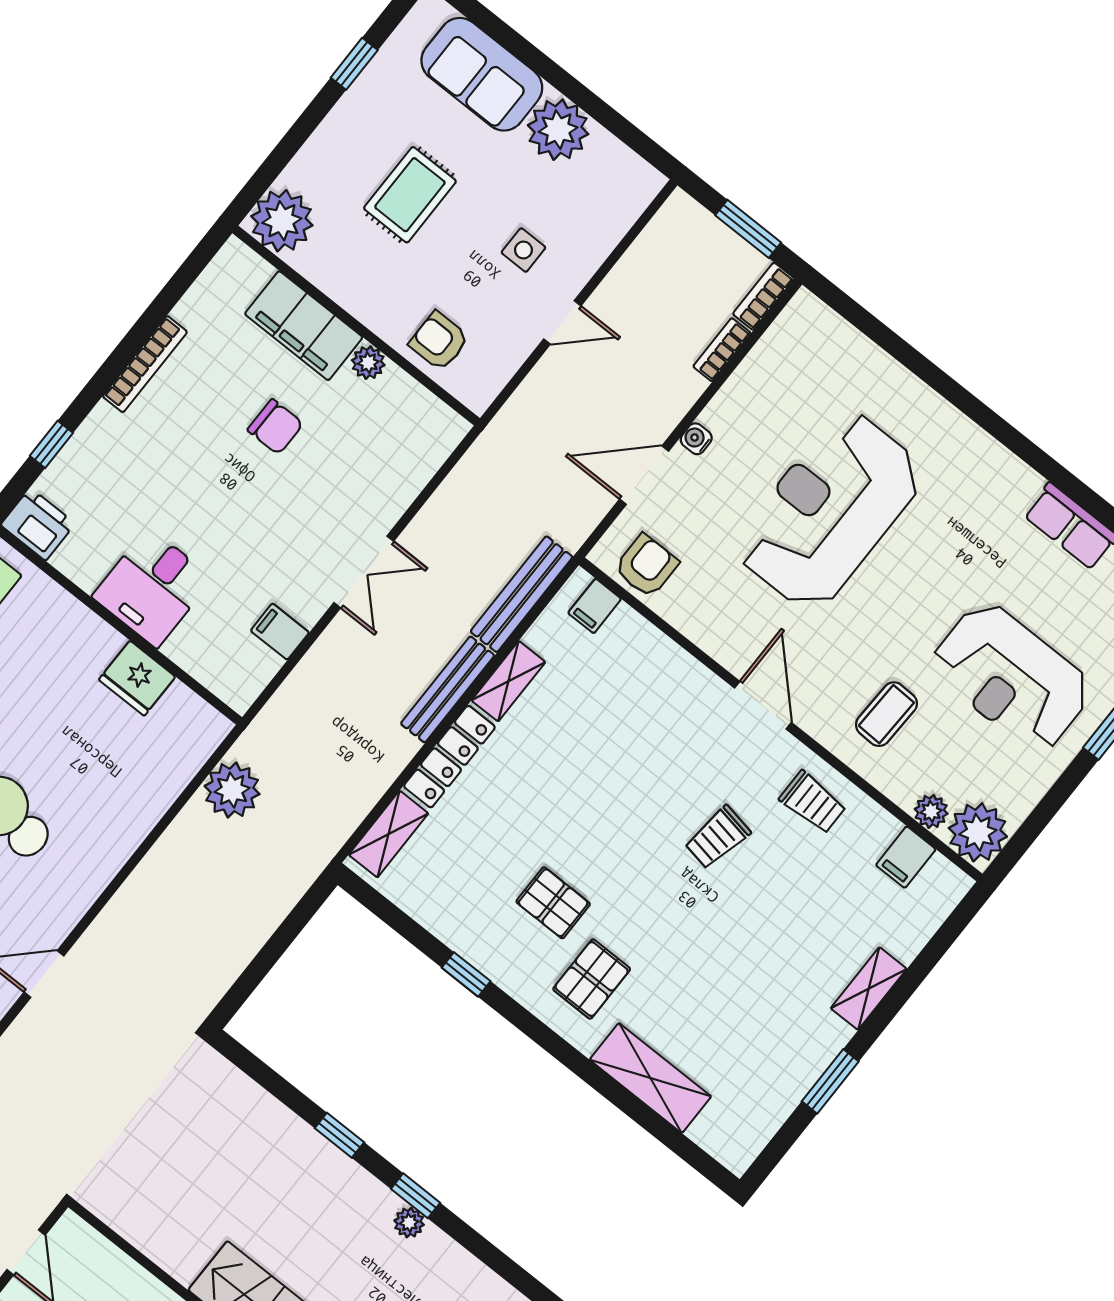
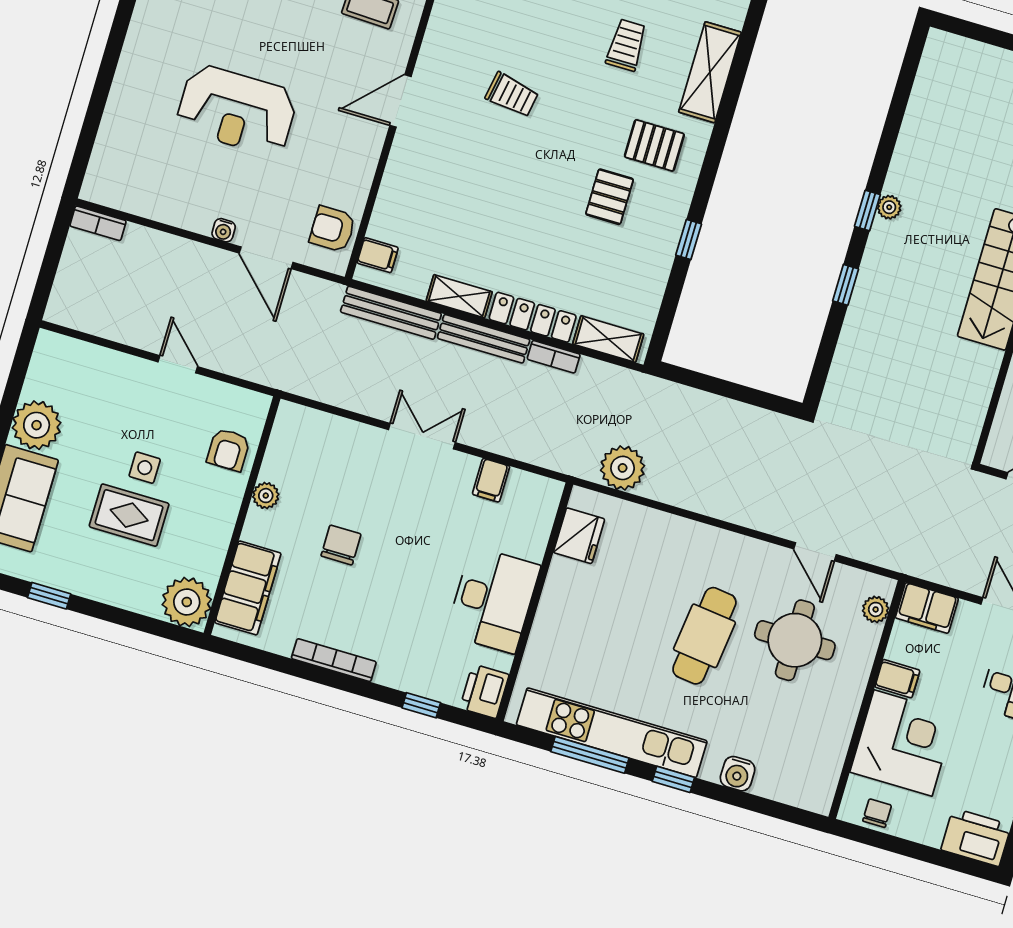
window: (748, 229) -> (53, 255), removed
side table: (523, 250) -> (145, 468), moved
filing cabinet: (304, 326) -> (248, 588), moved
bookcase: (722, 350) -> (554, 357), moved
reception desk: (829, 511) -> (237, 110), width x0.74, depth x0.77
desk: (152, 587) -> (493, 600), width x1.37
fridge: (137, 678) -> (579, 536), moved
trolley: (813, 802) -> (626, 45), moved

